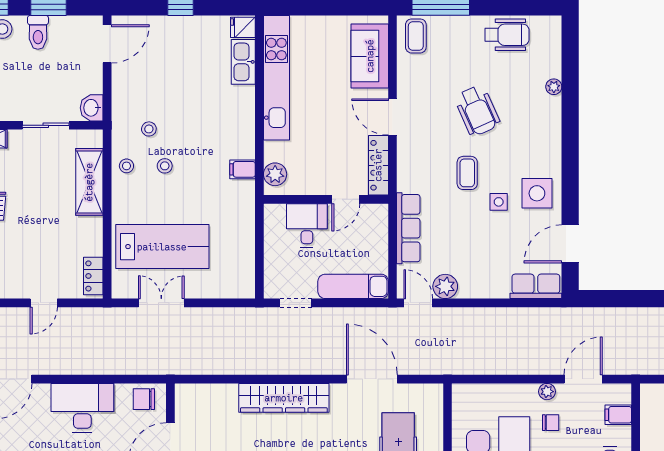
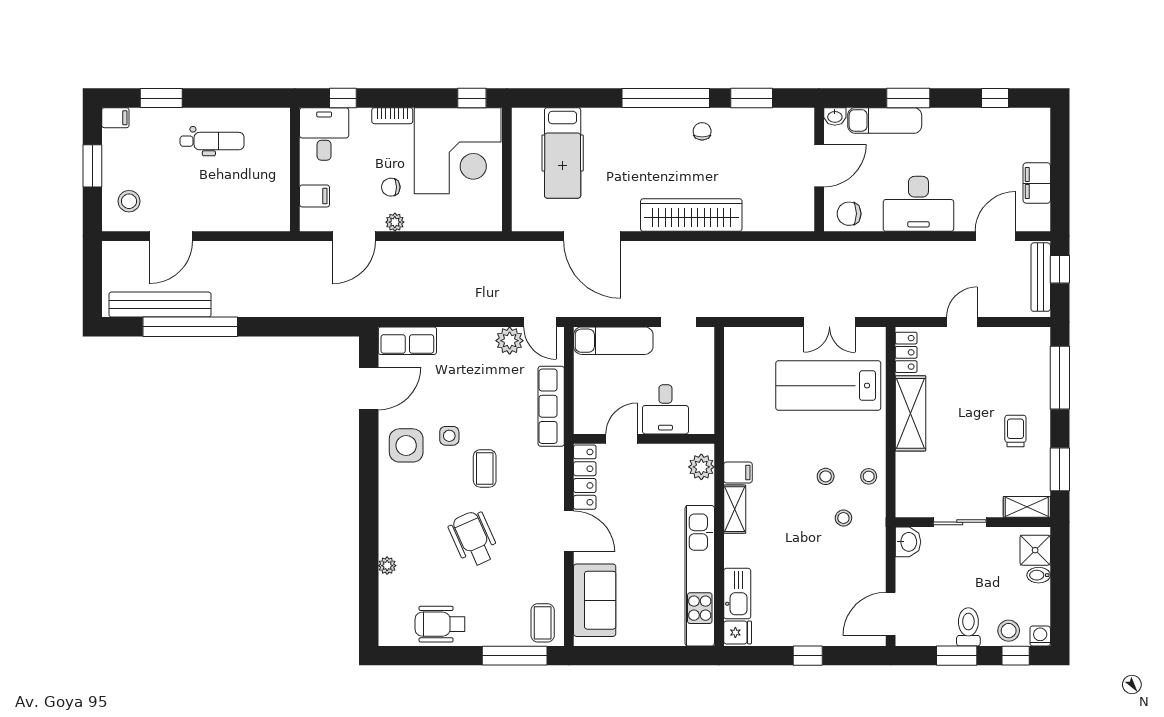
shelving: (245, 137) -> (735, 509), added
shelving: (89, 182) -> (911, 413), moved
chair: (144, 399) -> (849, 214), turned 180

